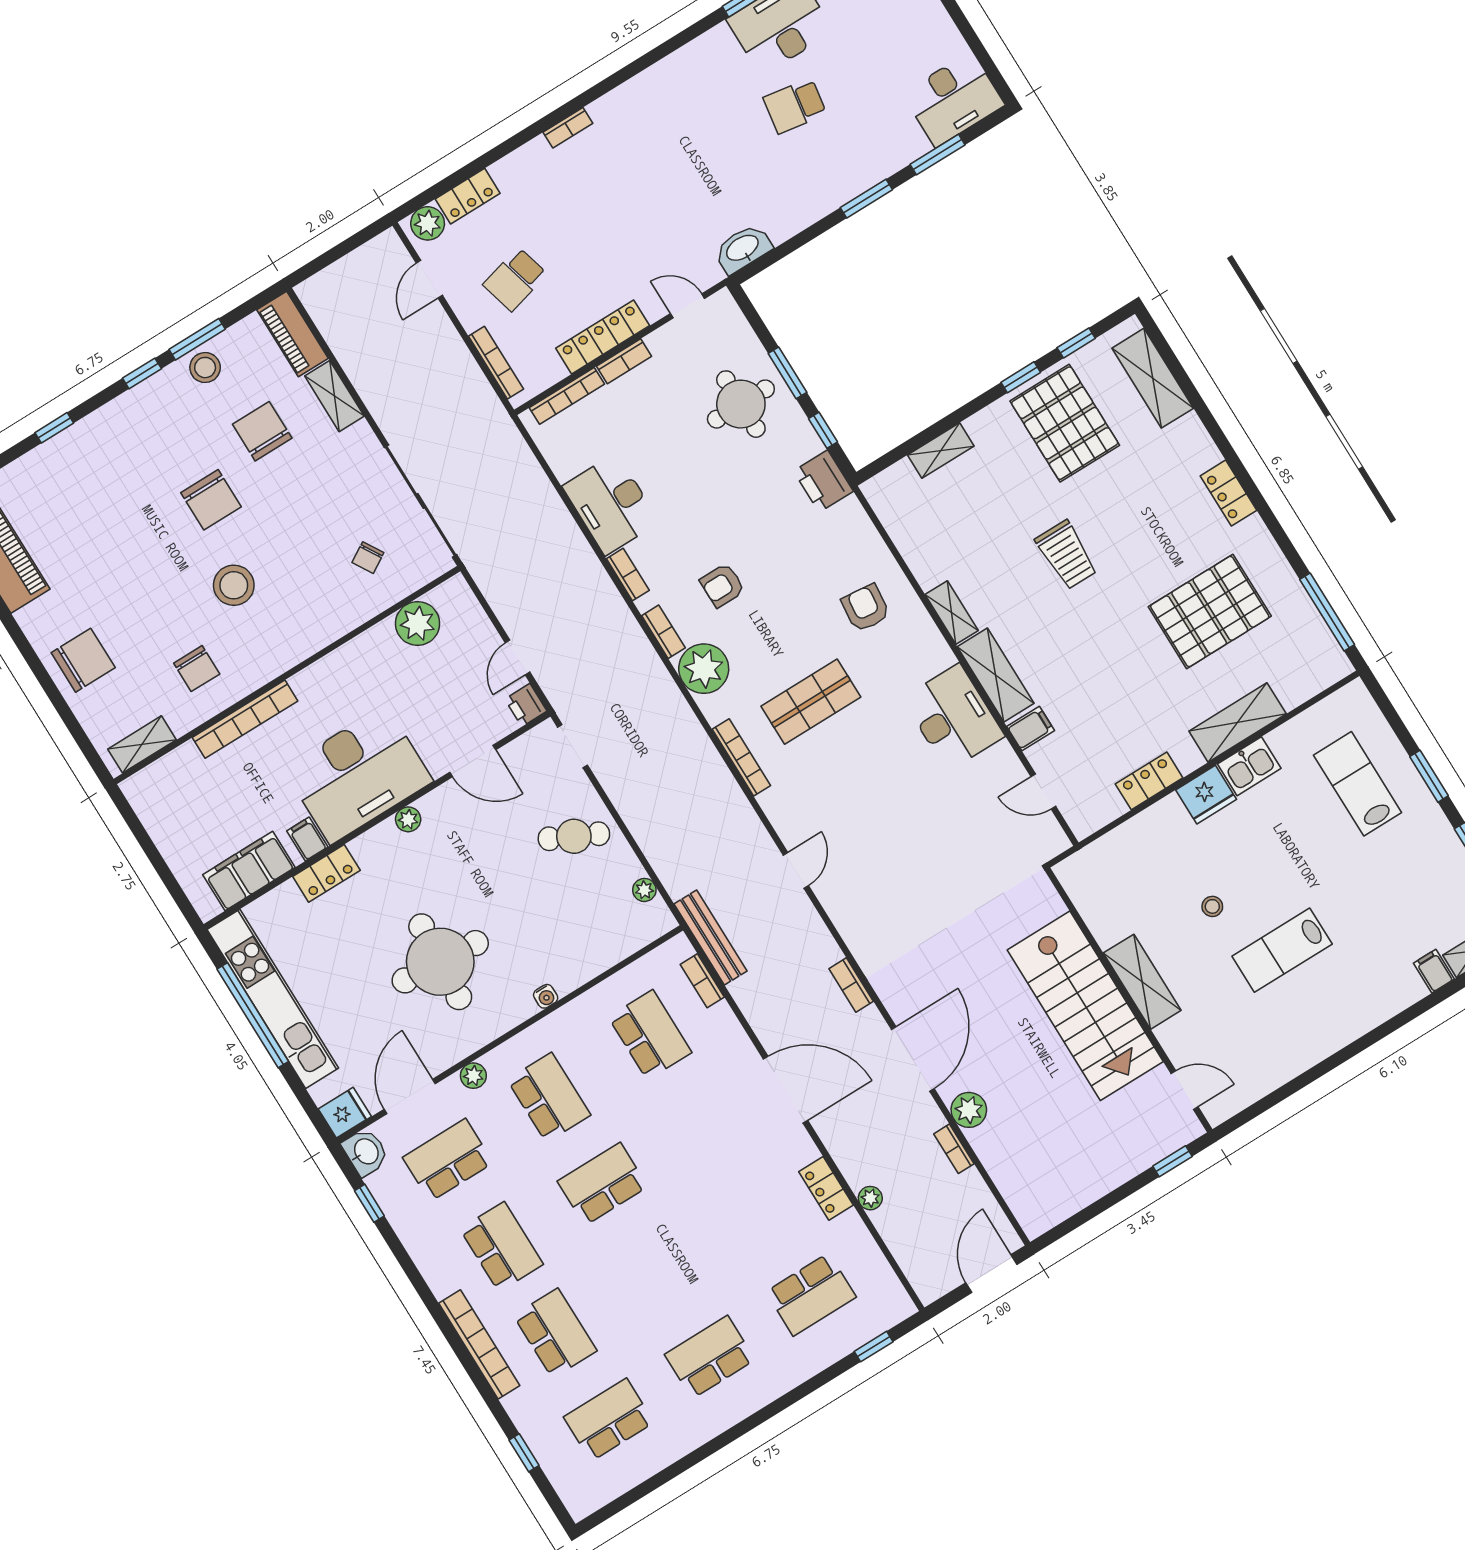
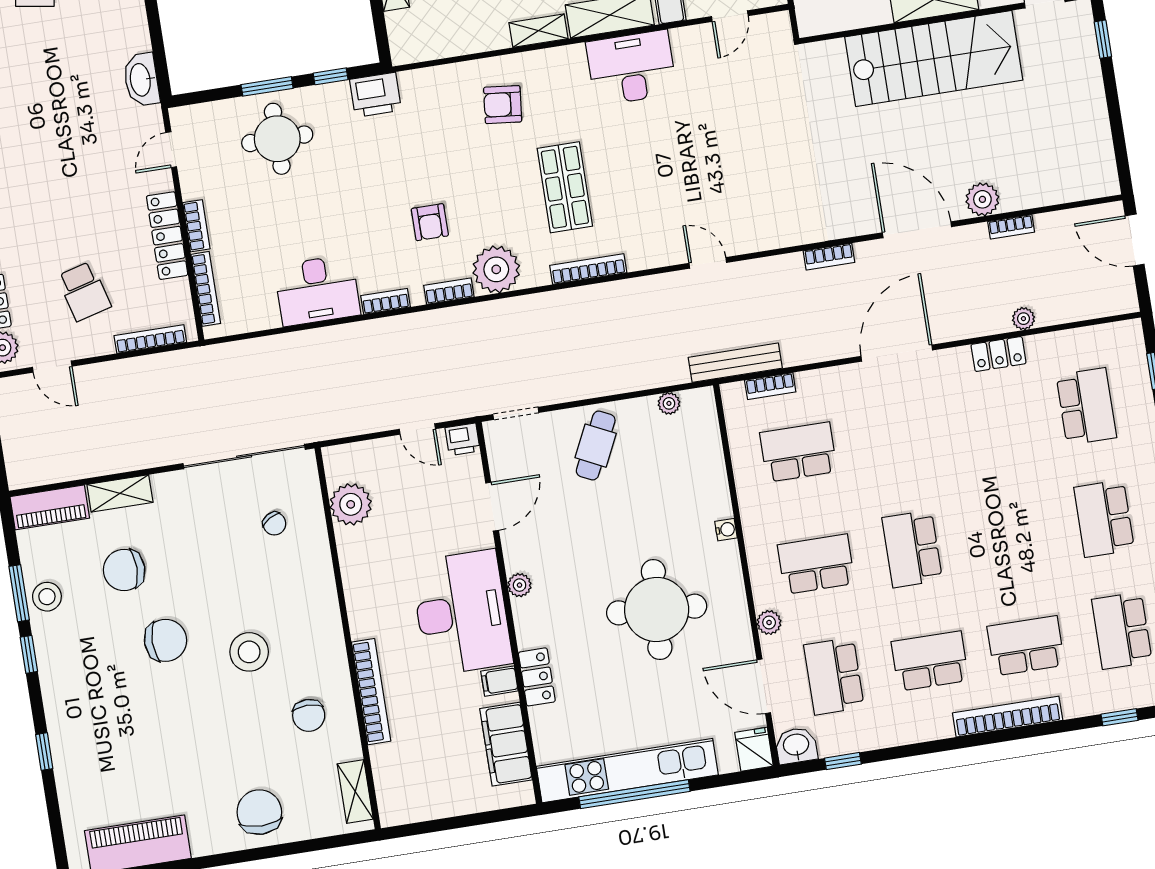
chair: (197, 669) -> (309, 715), turned 90

